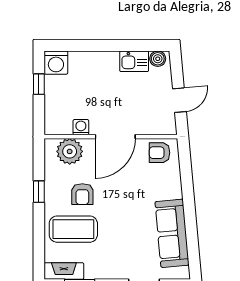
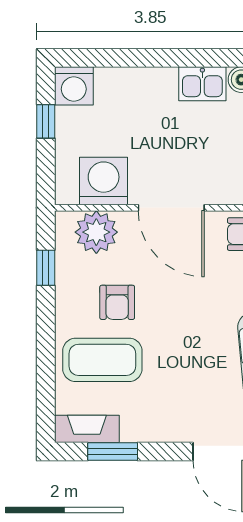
washing machine: (81, 127) -> (104, 181), width x1.89, depth x1.89
door: (115, 137) -> (171, 208), hinge flipped
window: (39, 192) -> (46, 268), moved

